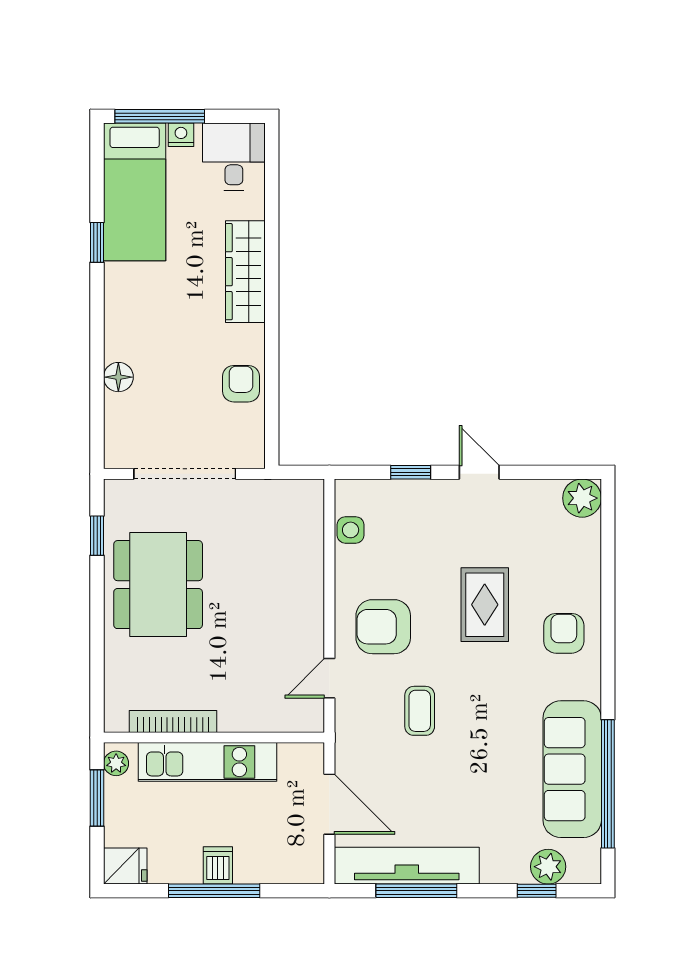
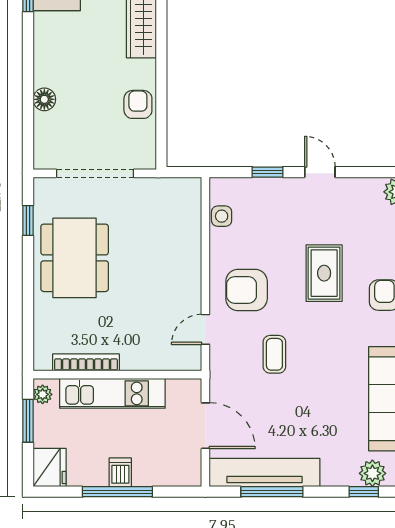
fridge: (125, 866) -> (50, 467), width x1.38

